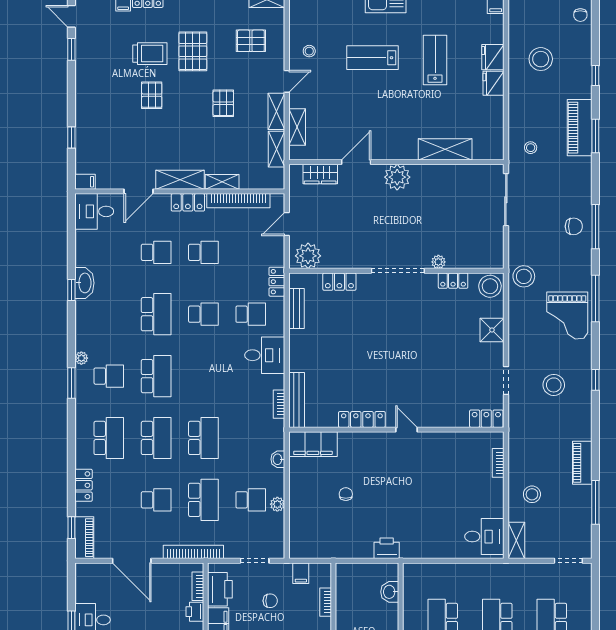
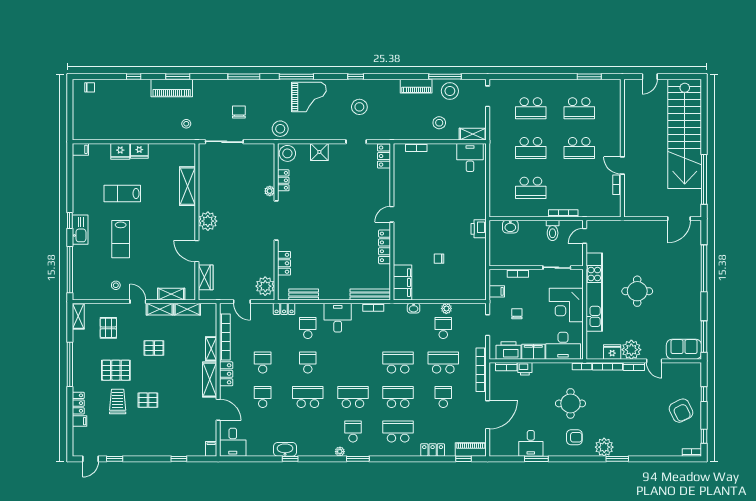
stool: (541, 59) -> (450, 91), moved
chair: (574, 226) -> (239, 112), moved

